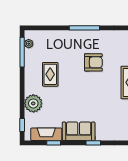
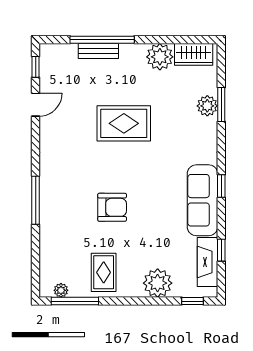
armchair: (93, 62) -> (112, 207), moved, turned 90
rug: (50, 74) -> (104, 272), moved, turned 90
sofa: (79, 131) -> (202, 200), width x1.36

